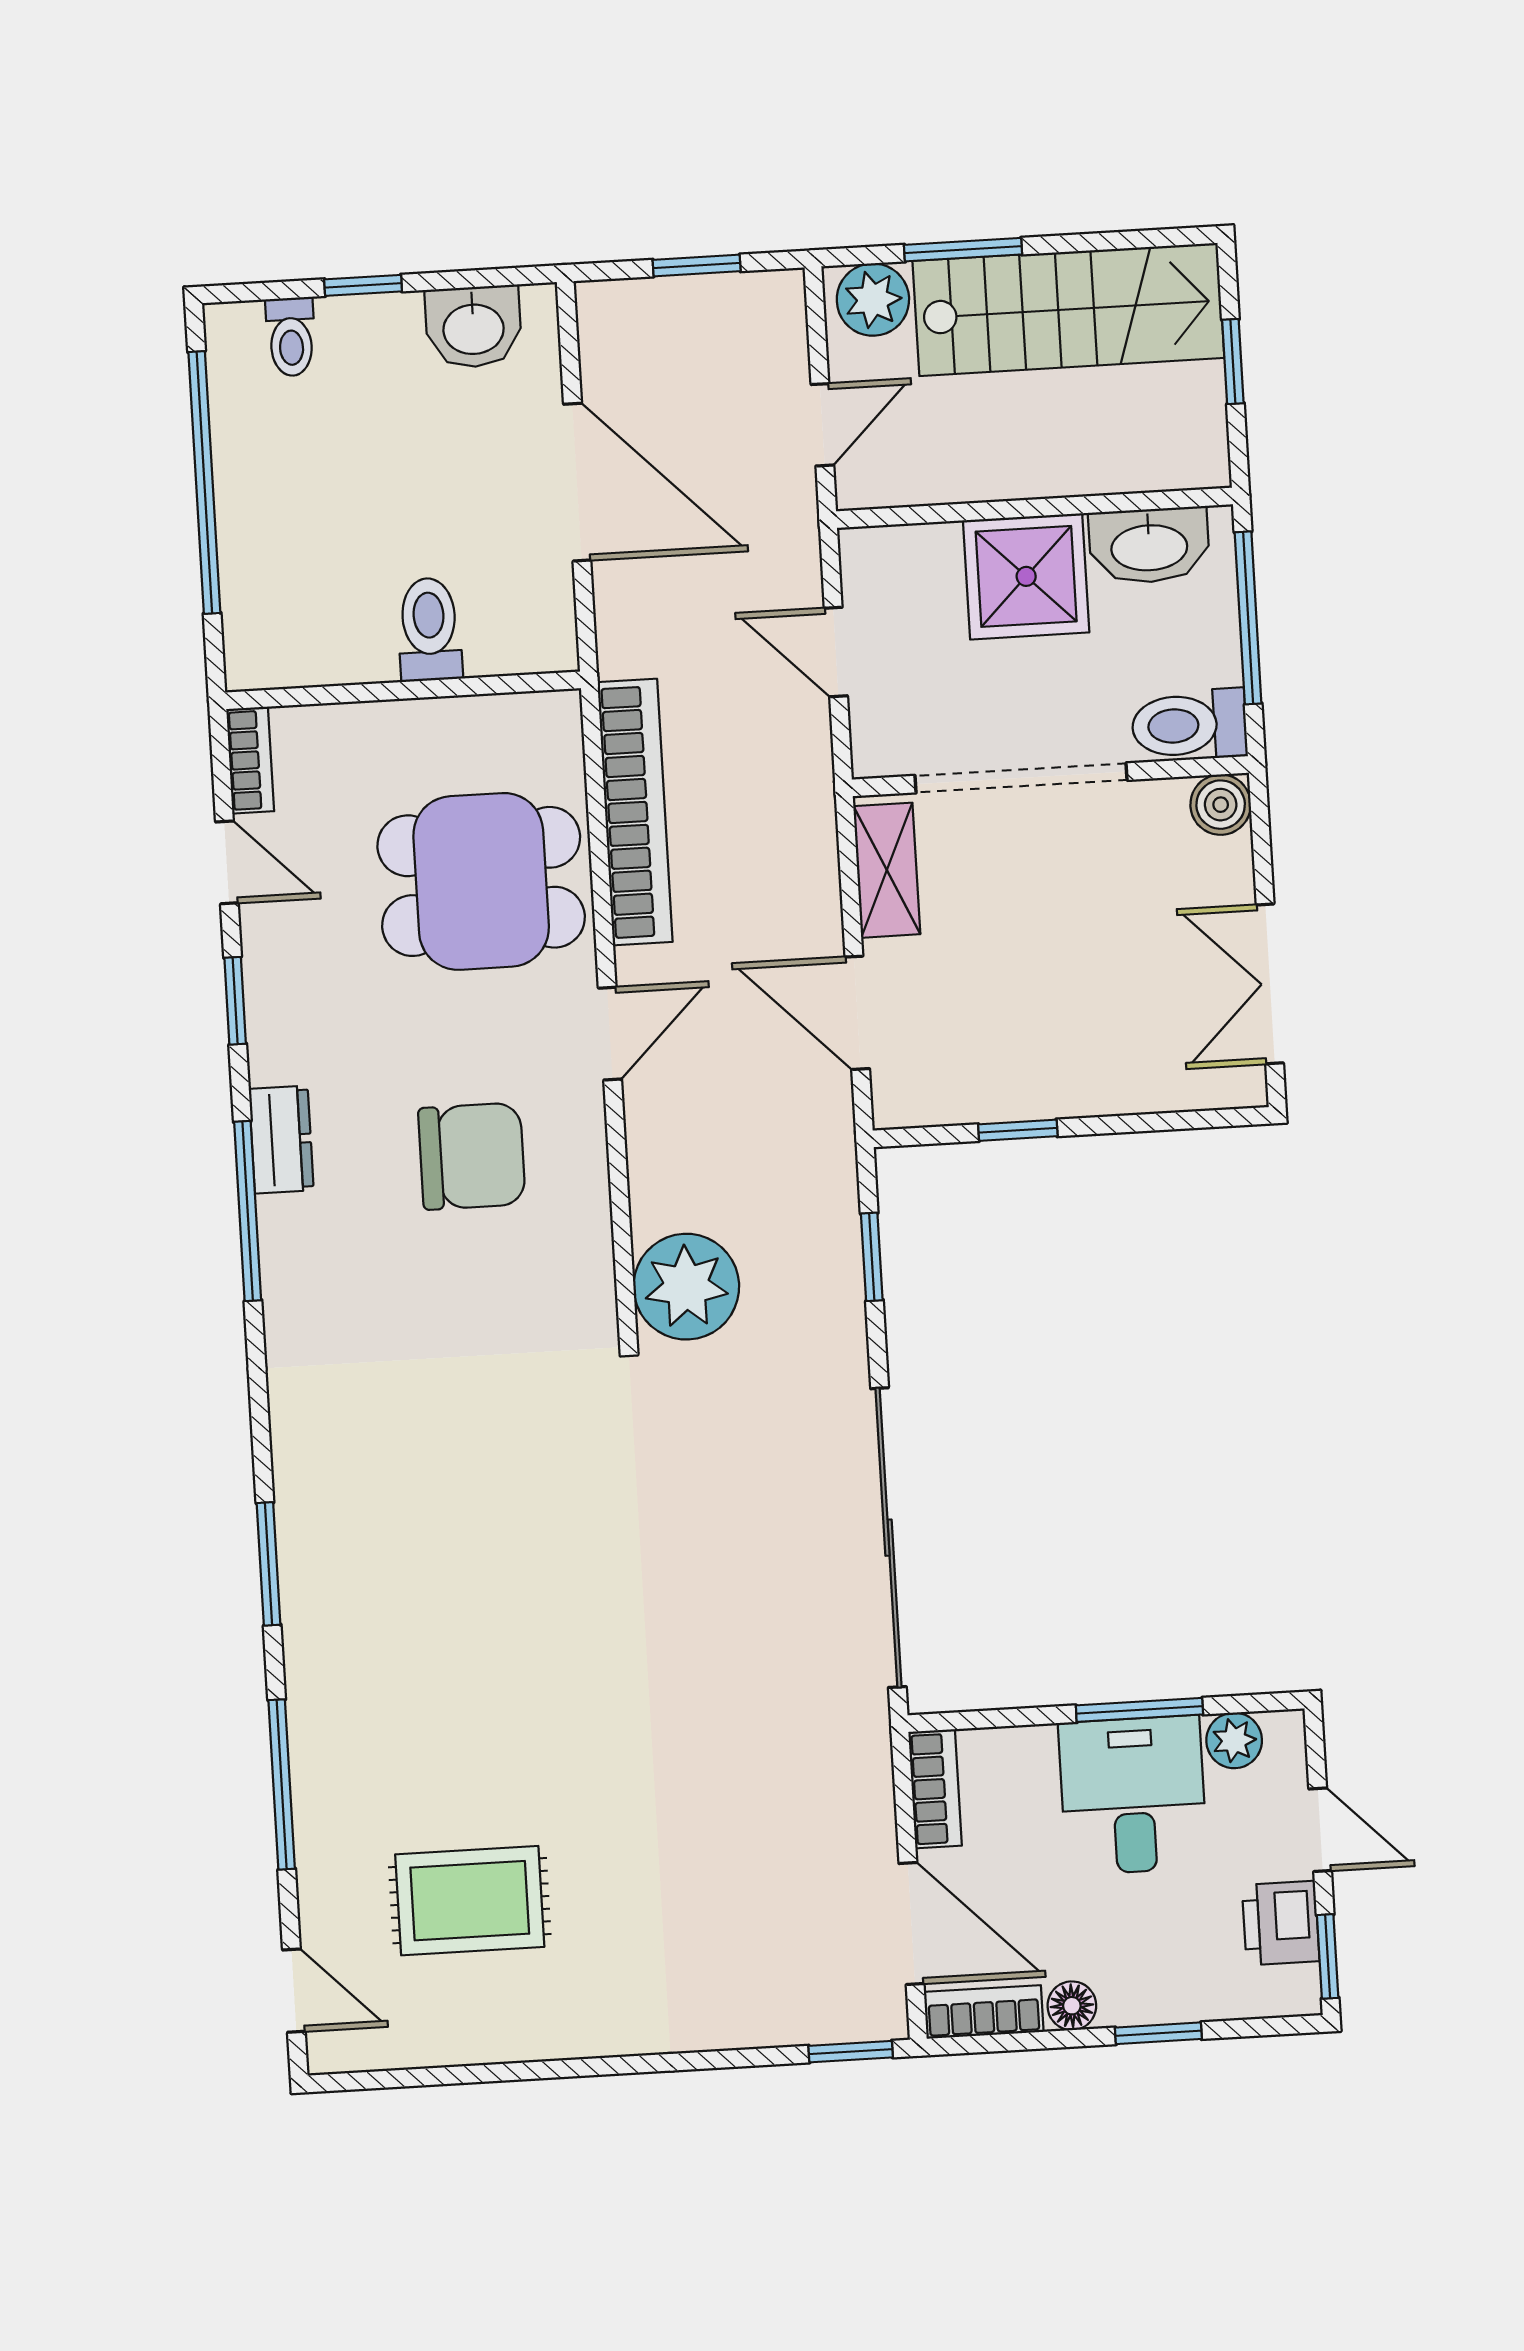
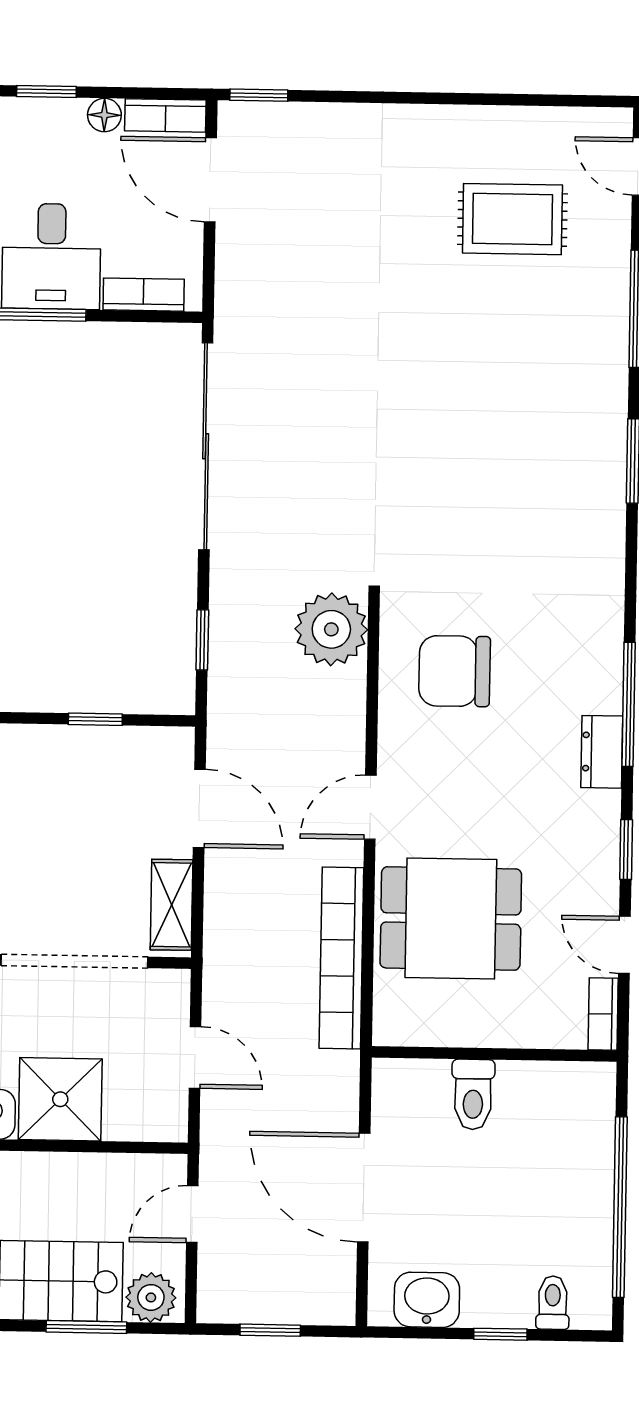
chair: (472, 1156) -> (455, 671), moved
bookcase: (935, 1789) -> (144, 295), moved, turned 90

